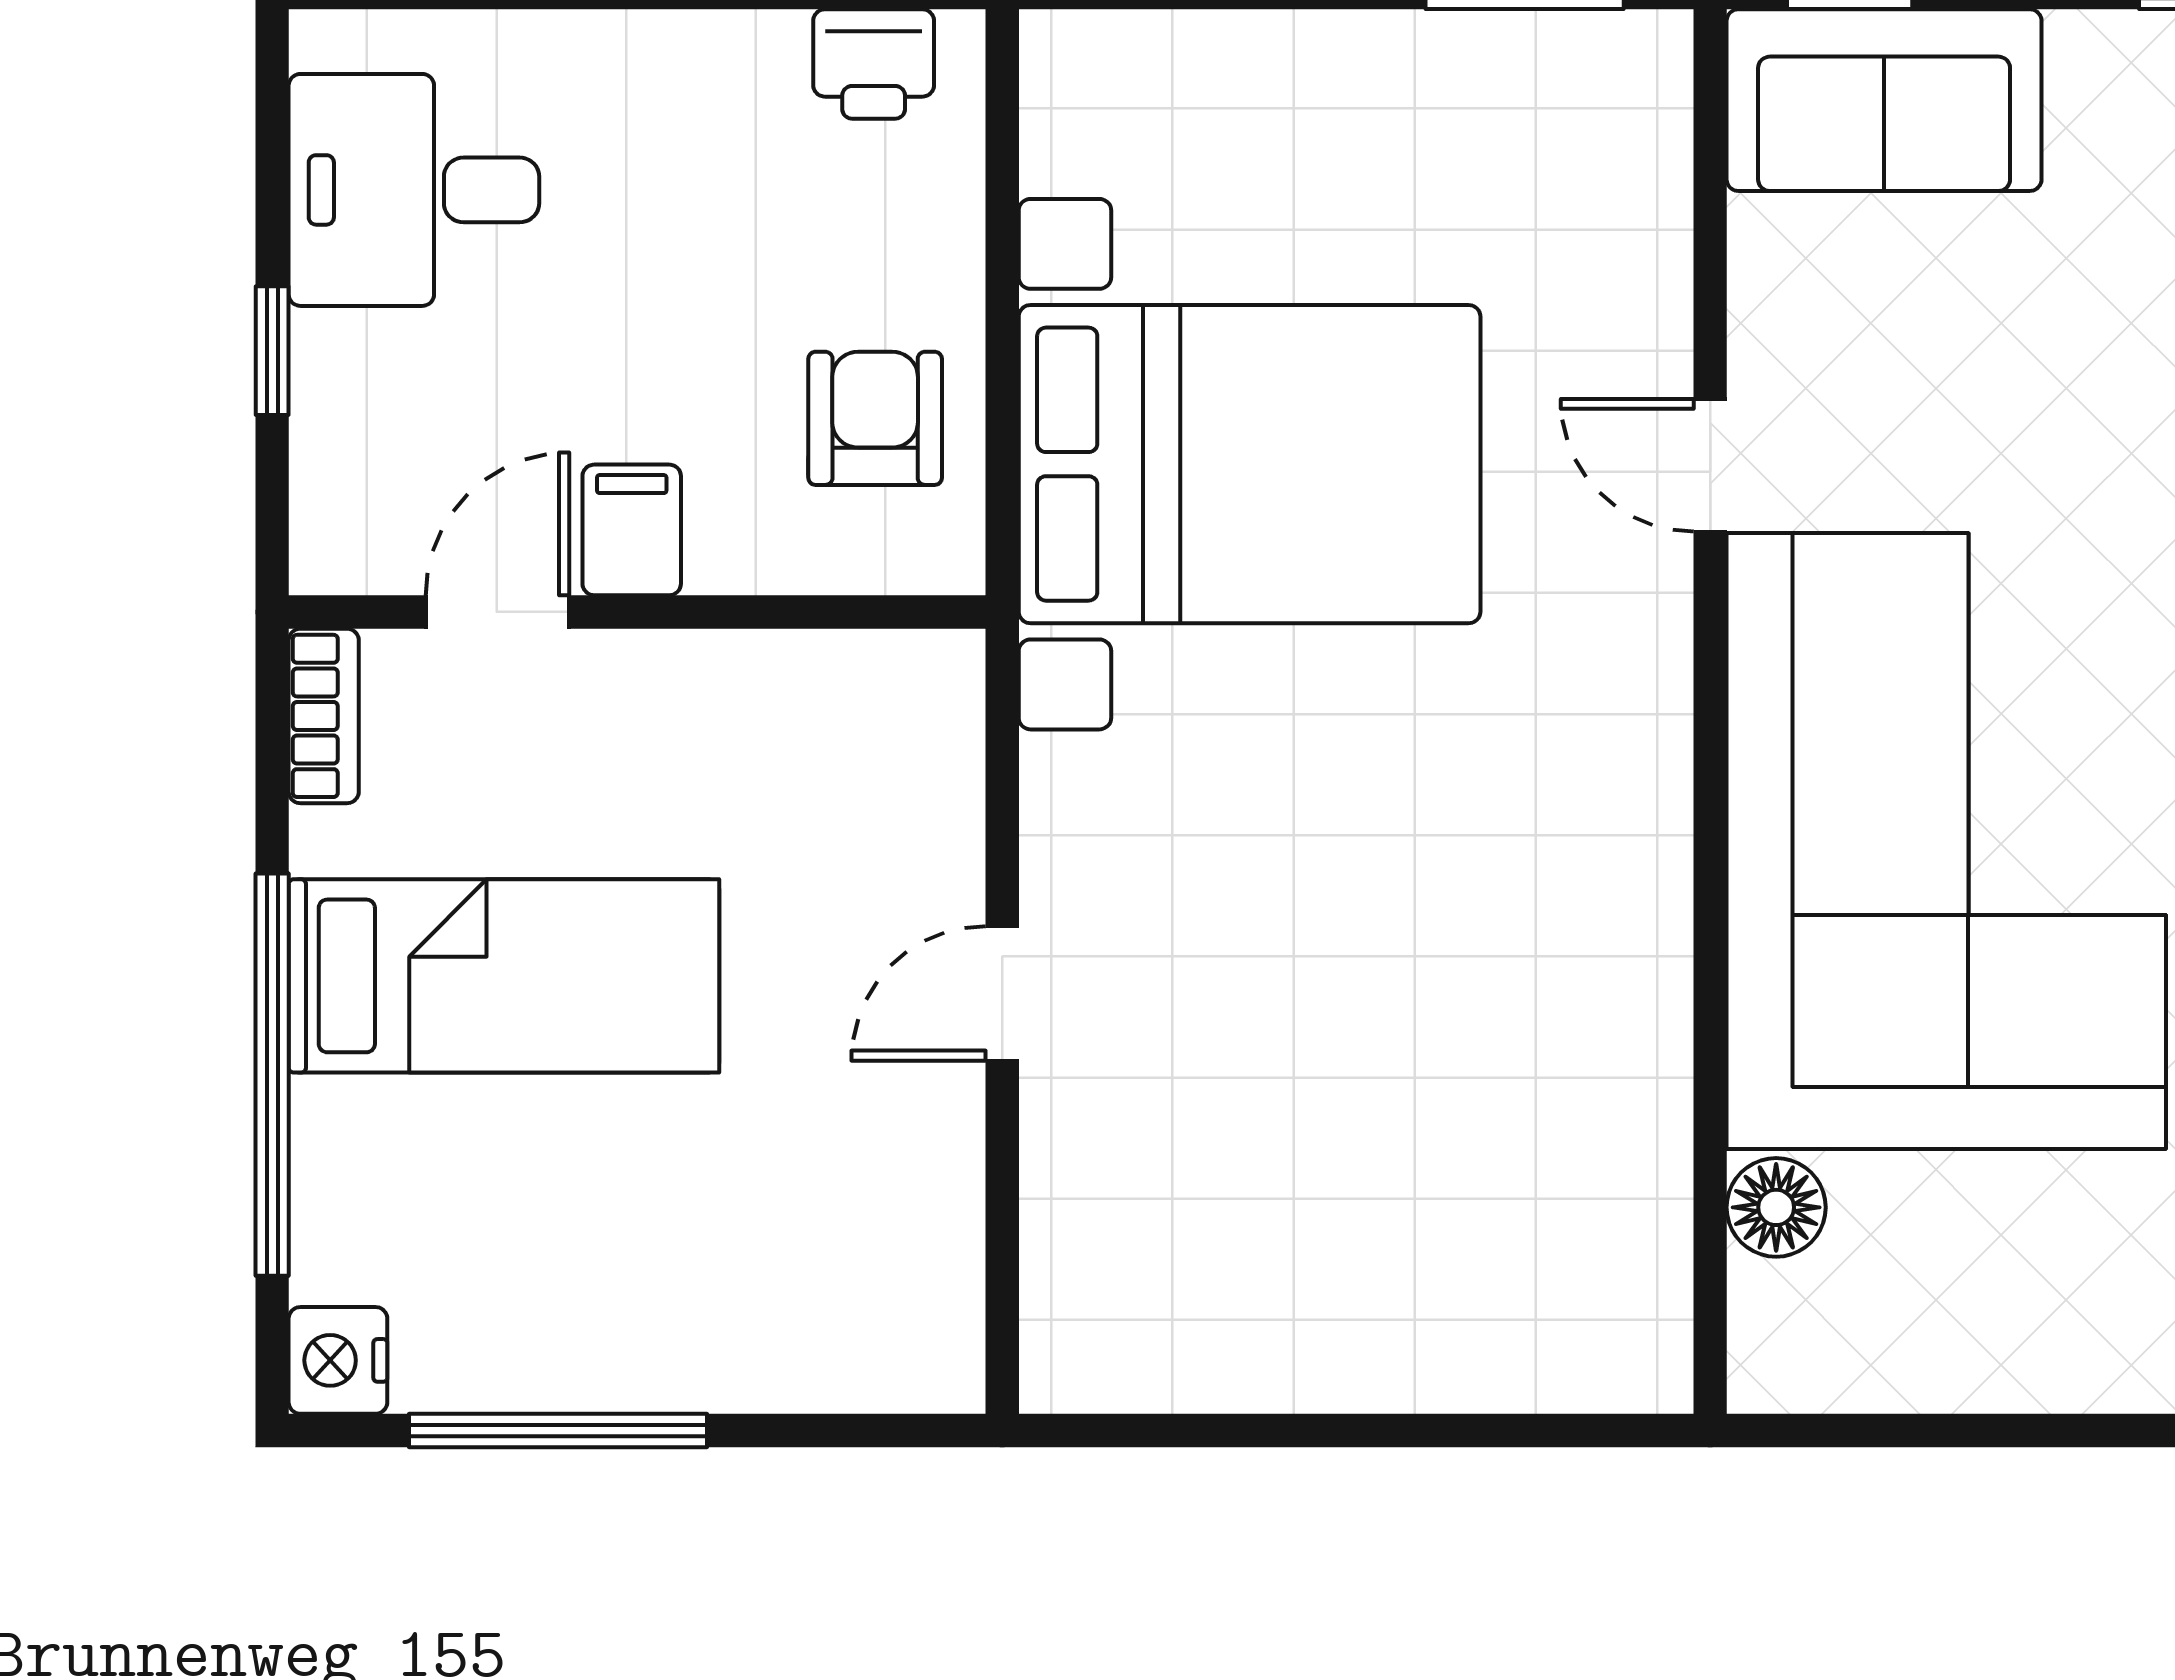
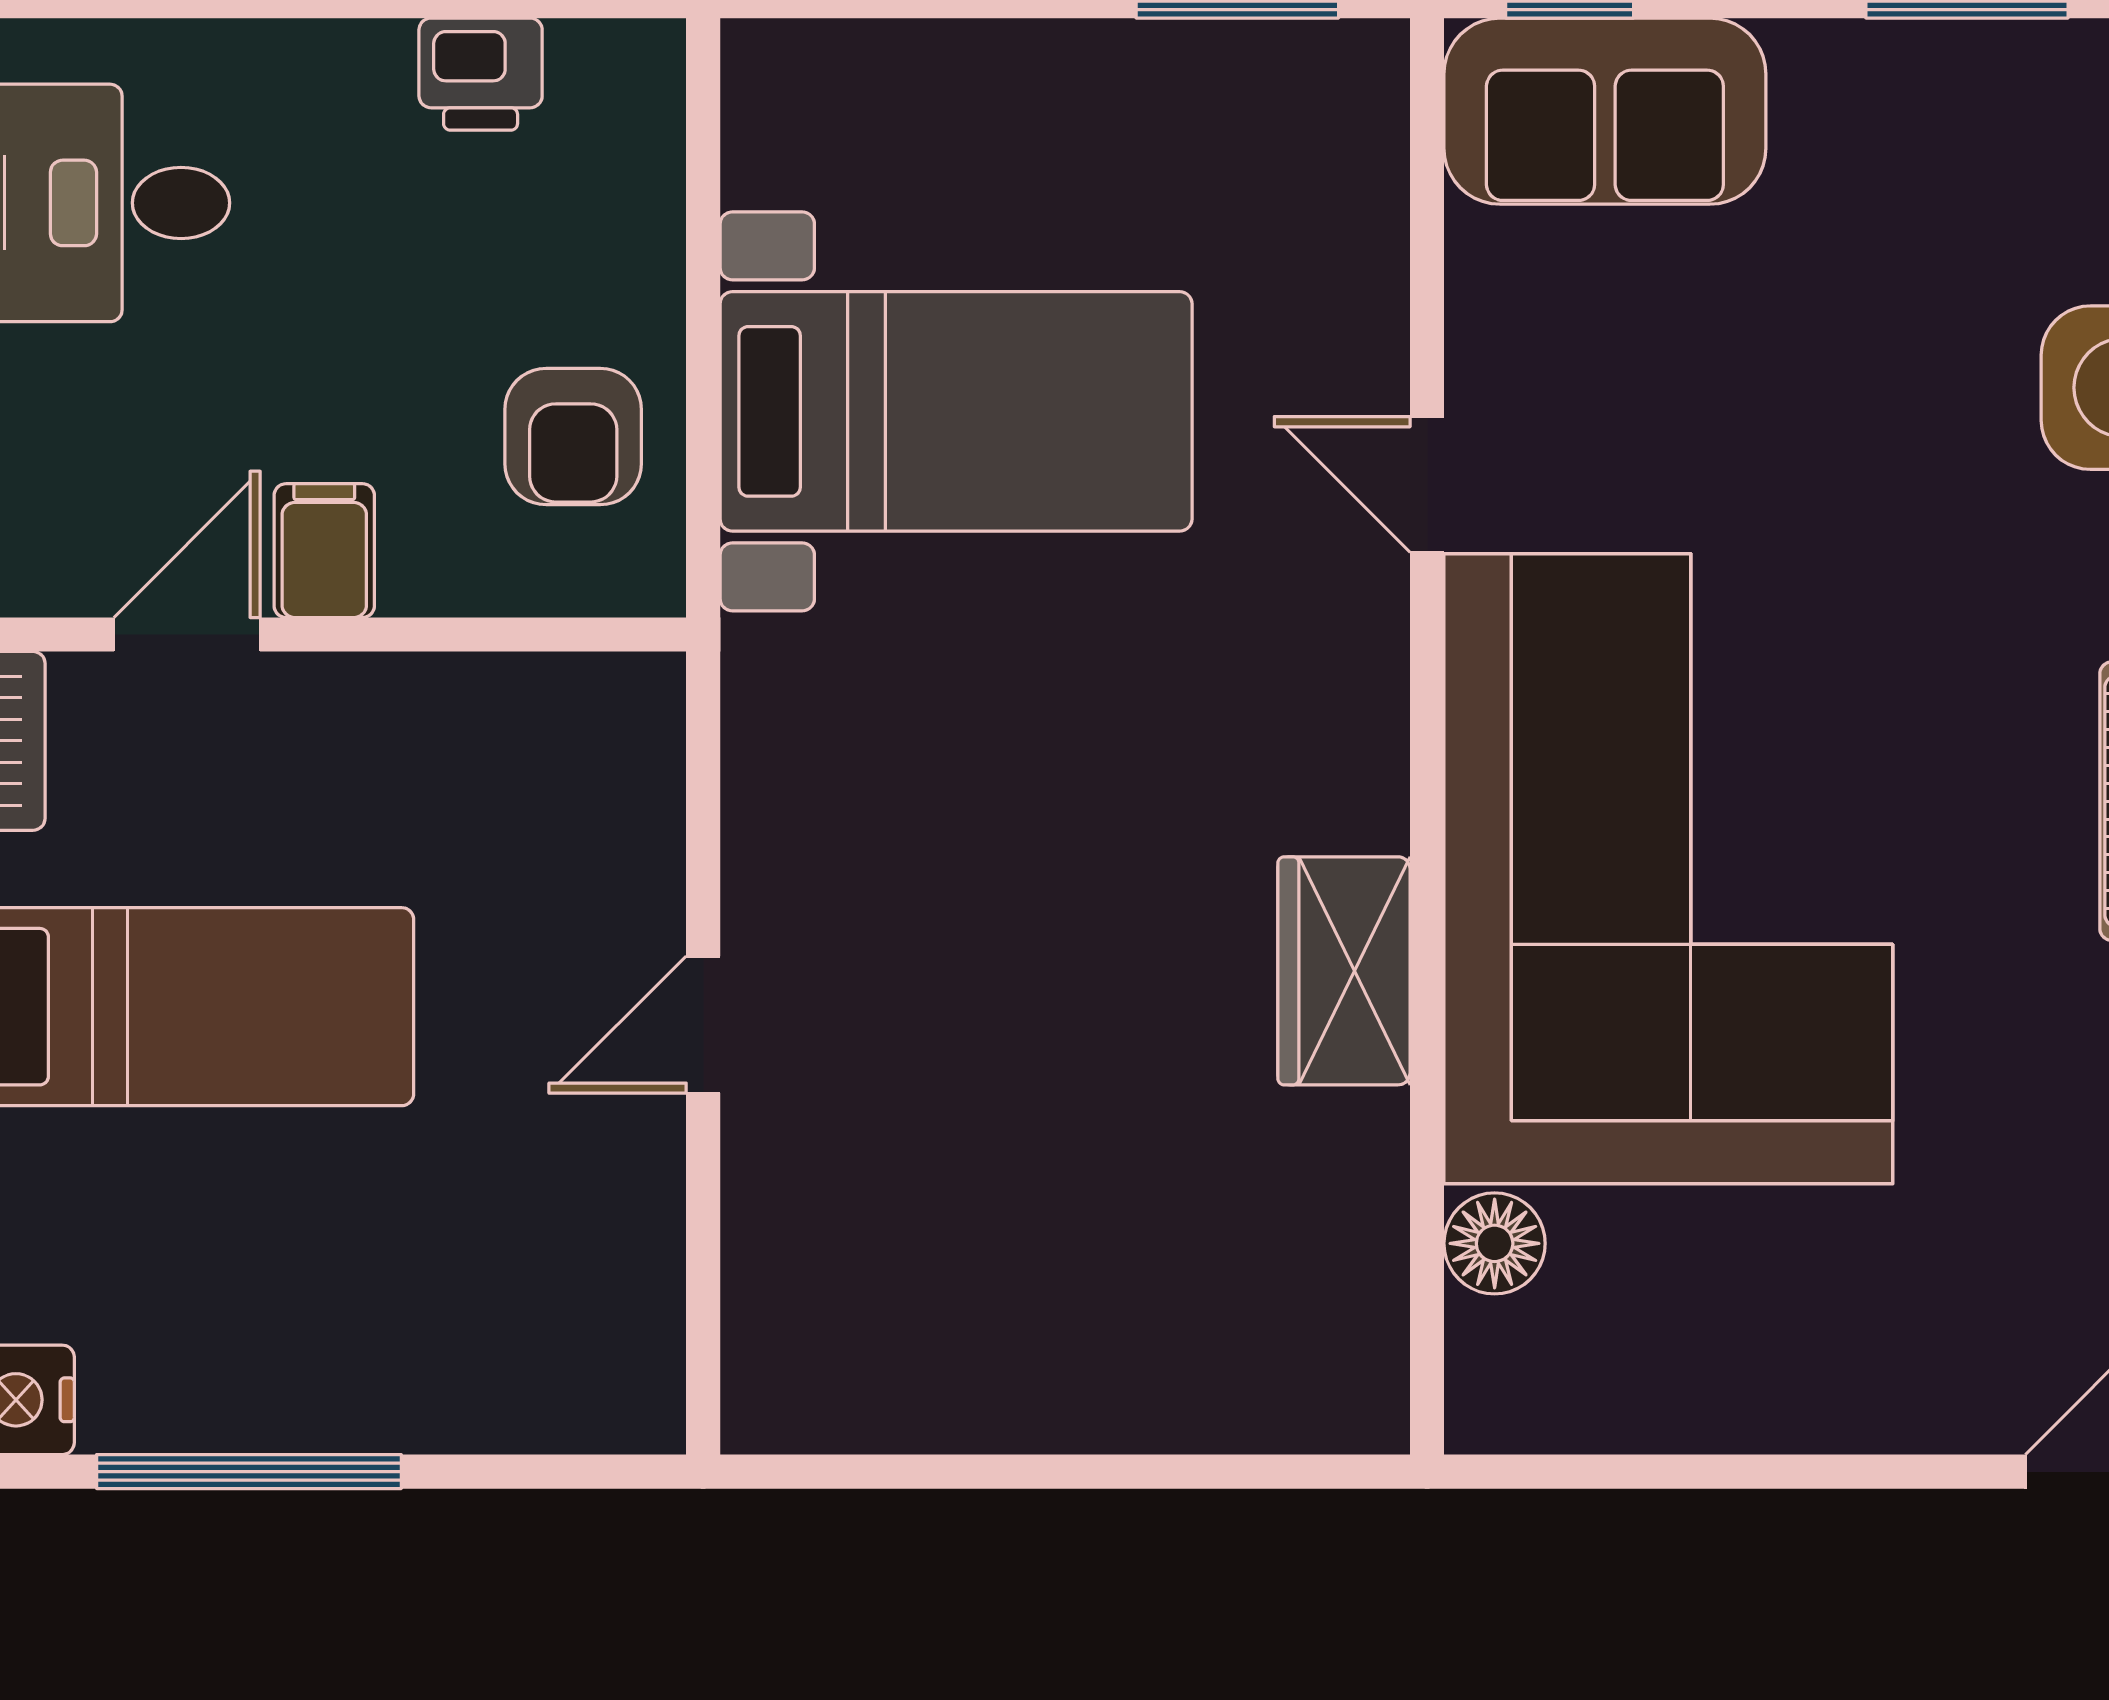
printer: (874, 64) -> (481, 74), moved
armchair: (875, 418) -> (573, 437), turned 180
bed with nightstands: (1250, 464) -> (956, 411), width x0.73
wardrobe: (1629, 941) -> (1344, 971), added

